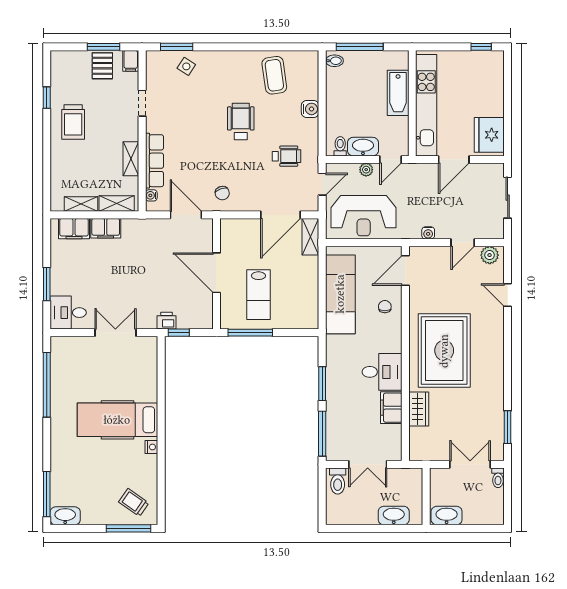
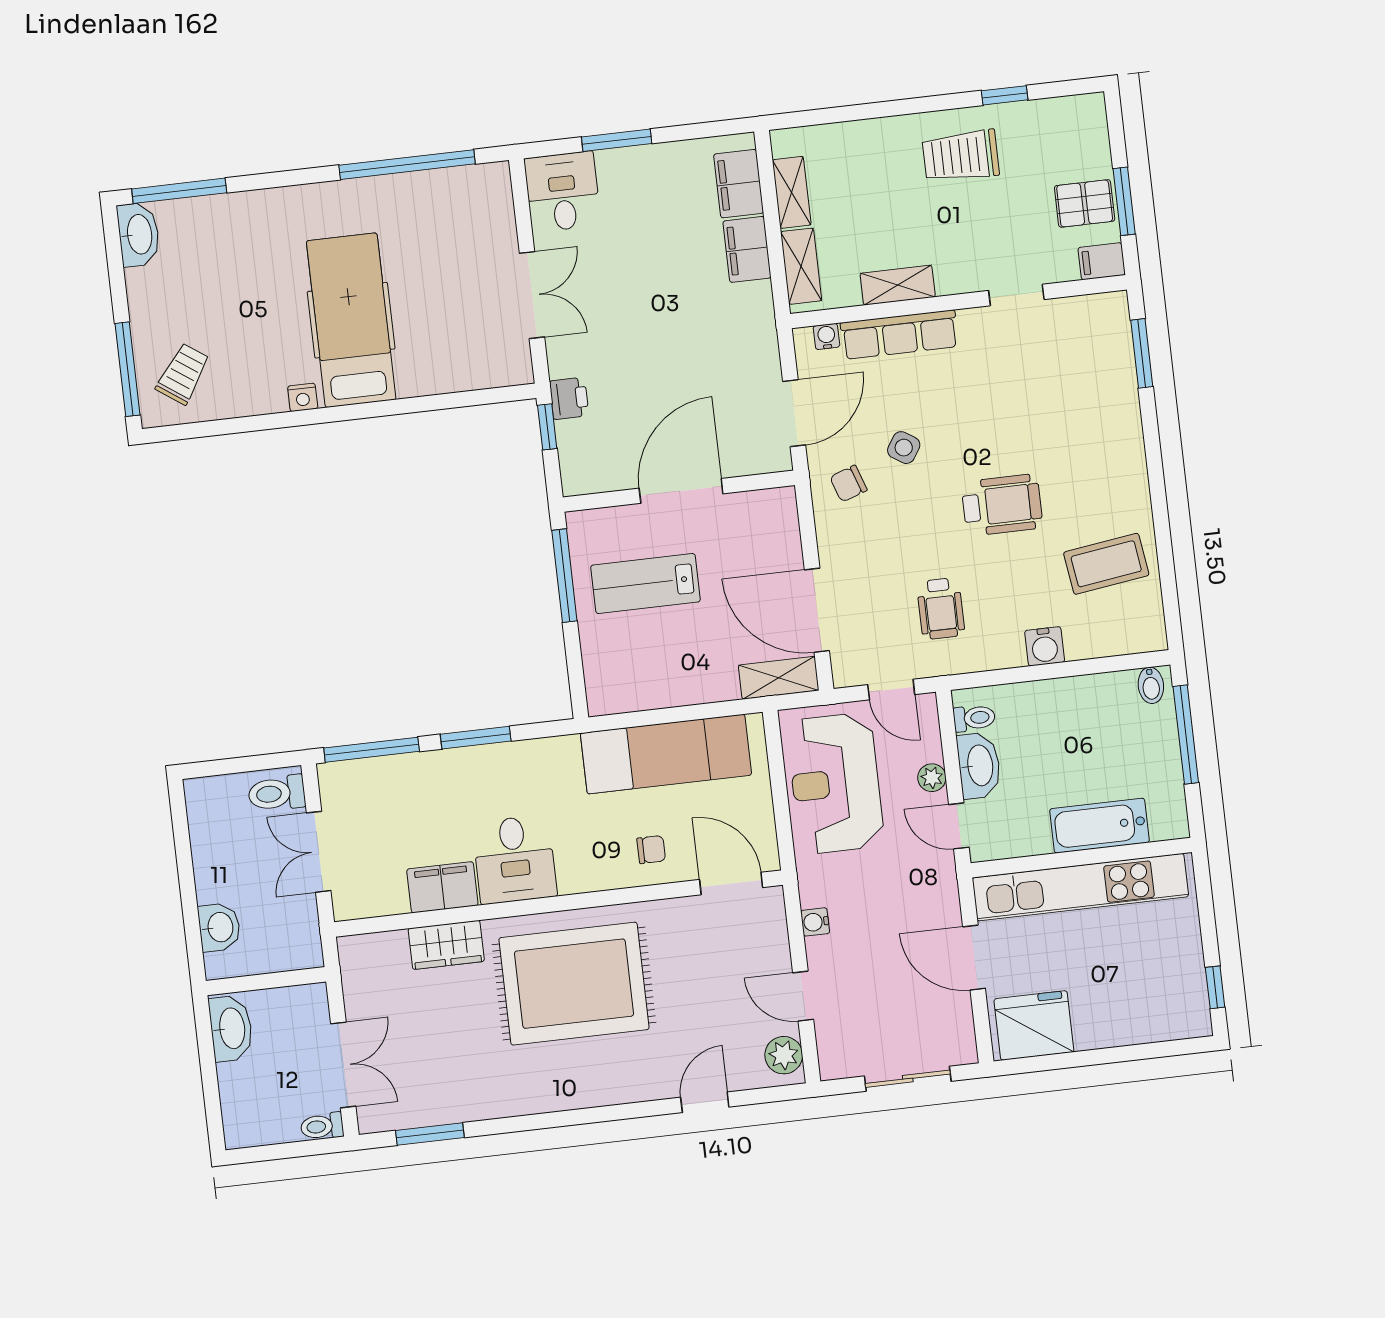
side table: (186, 66) -> (904, 448), moved
washbasin: (394, 516) -> (219, 927), width x0.72

